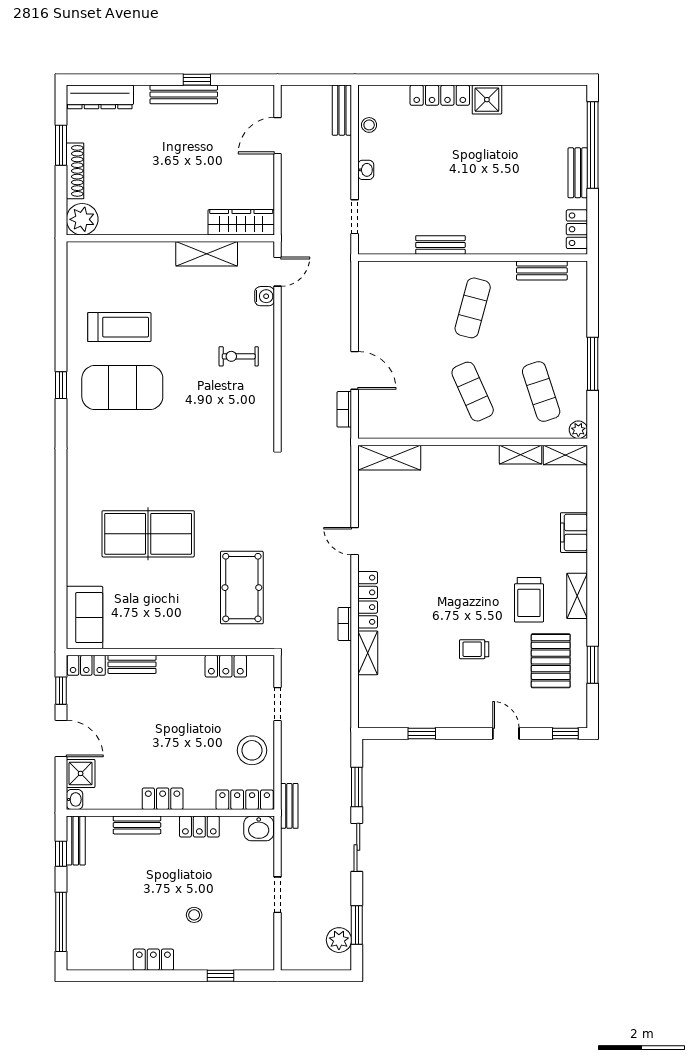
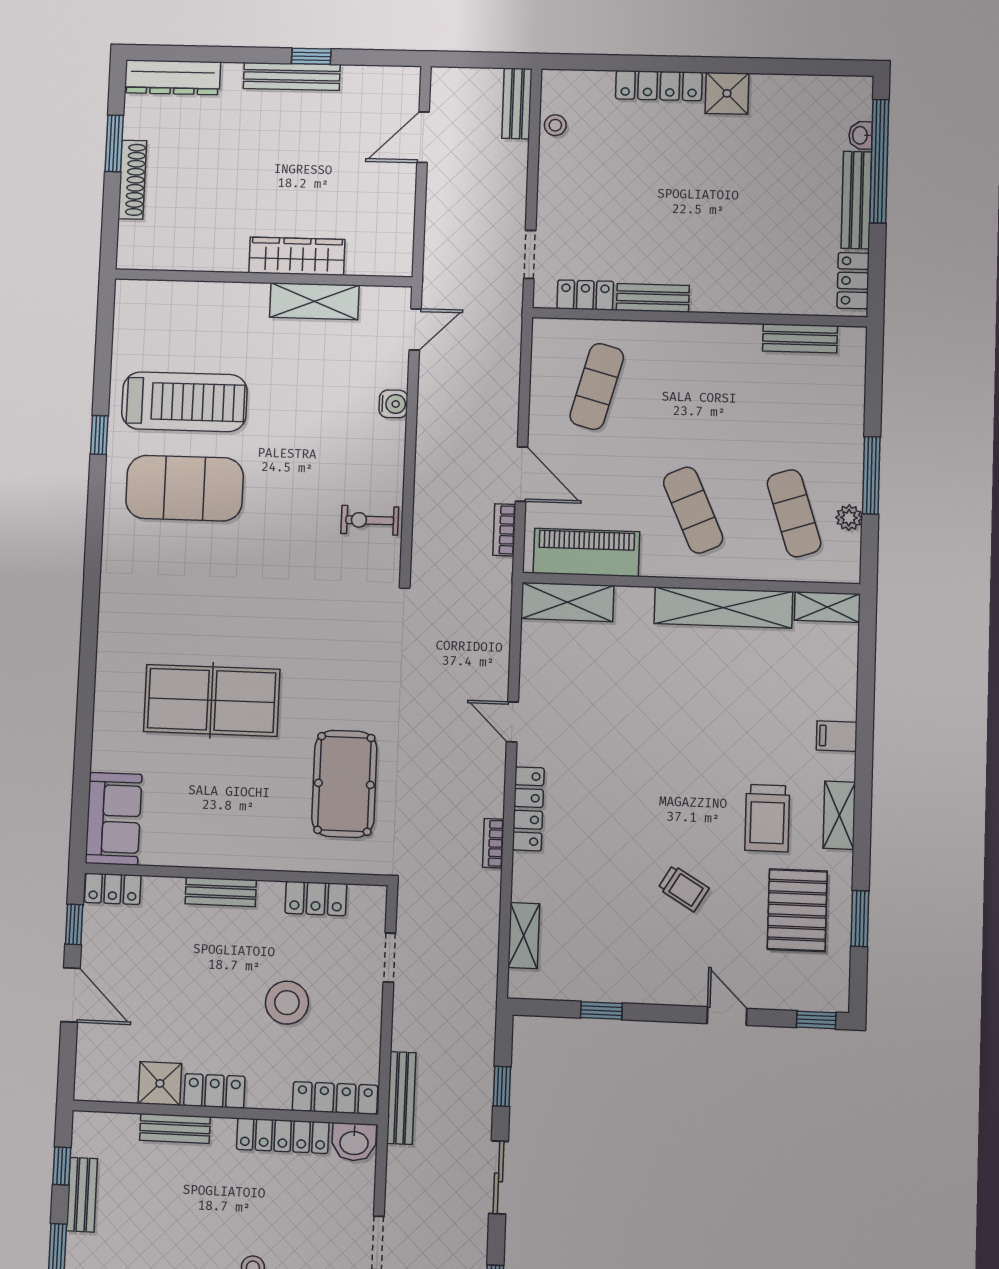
washbasin: (366, 170) -> (861, 135), moved, turned 180
bench: (578, 173) -> (856, 200), width x1.36
plant: (82, 219) -> (139, 248), removed
wardrobe: (241, 222) -> (297, 256), moved
locker: (394, 244) -> (585, 295), added
water cooler: (265, 296) -> (393, 404), moved
exercise mat: (473, 308) -> (597, 386), moved
treadmill: (119, 327) -> (184, 402), width x1.37, depth x1.38
exercise bike: (239, 356) -> (370, 520), moved
window: (61, 385) -> (99, 435), moved
piano: (401, 423) -> (586, 552), added
plant: (578, 430) -> (849, 518), moved
shelving: (521, 455) -> (723, 608), width x2.20, depth x1.33
filing cabinet: (574, 533) -> (837, 736), width x0.50
trolley: (474, 649) -> (683, 888), turned -149
shelving: (368, 653) -> (524, 936), moved
bench: (132, 664) -> (221, 892), moved
stool: (252, 750) -> (287, 1003), moved
shower: (81, 773) -> (160, 1083), moved
window: (357, 787) -> (502, 1086), width x0.67
washbasin: (75, 799) -> (86, 1086), removed
bench: (289, 806) -> (401, 1098), width x1.36
locker: (199, 827) -> (283, 1136), width x1.53
bench: (76, 841) -> (82, 1195), moved

